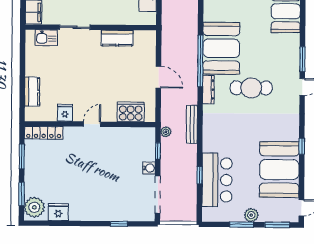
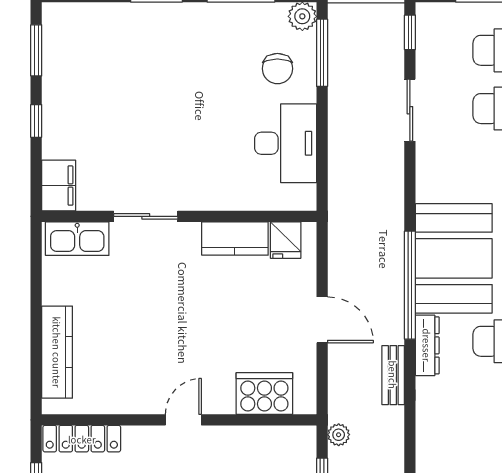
kitchen sink: (46, 38) -> (77, 239), width x1.38
kitchen counter: (32, 92) -> (57, 352), width x1.50
fridge: (65, 113) -> (286, 240), moved, turned 180
bench: (192, 124) -> (393, 375), moved, width x0.73

